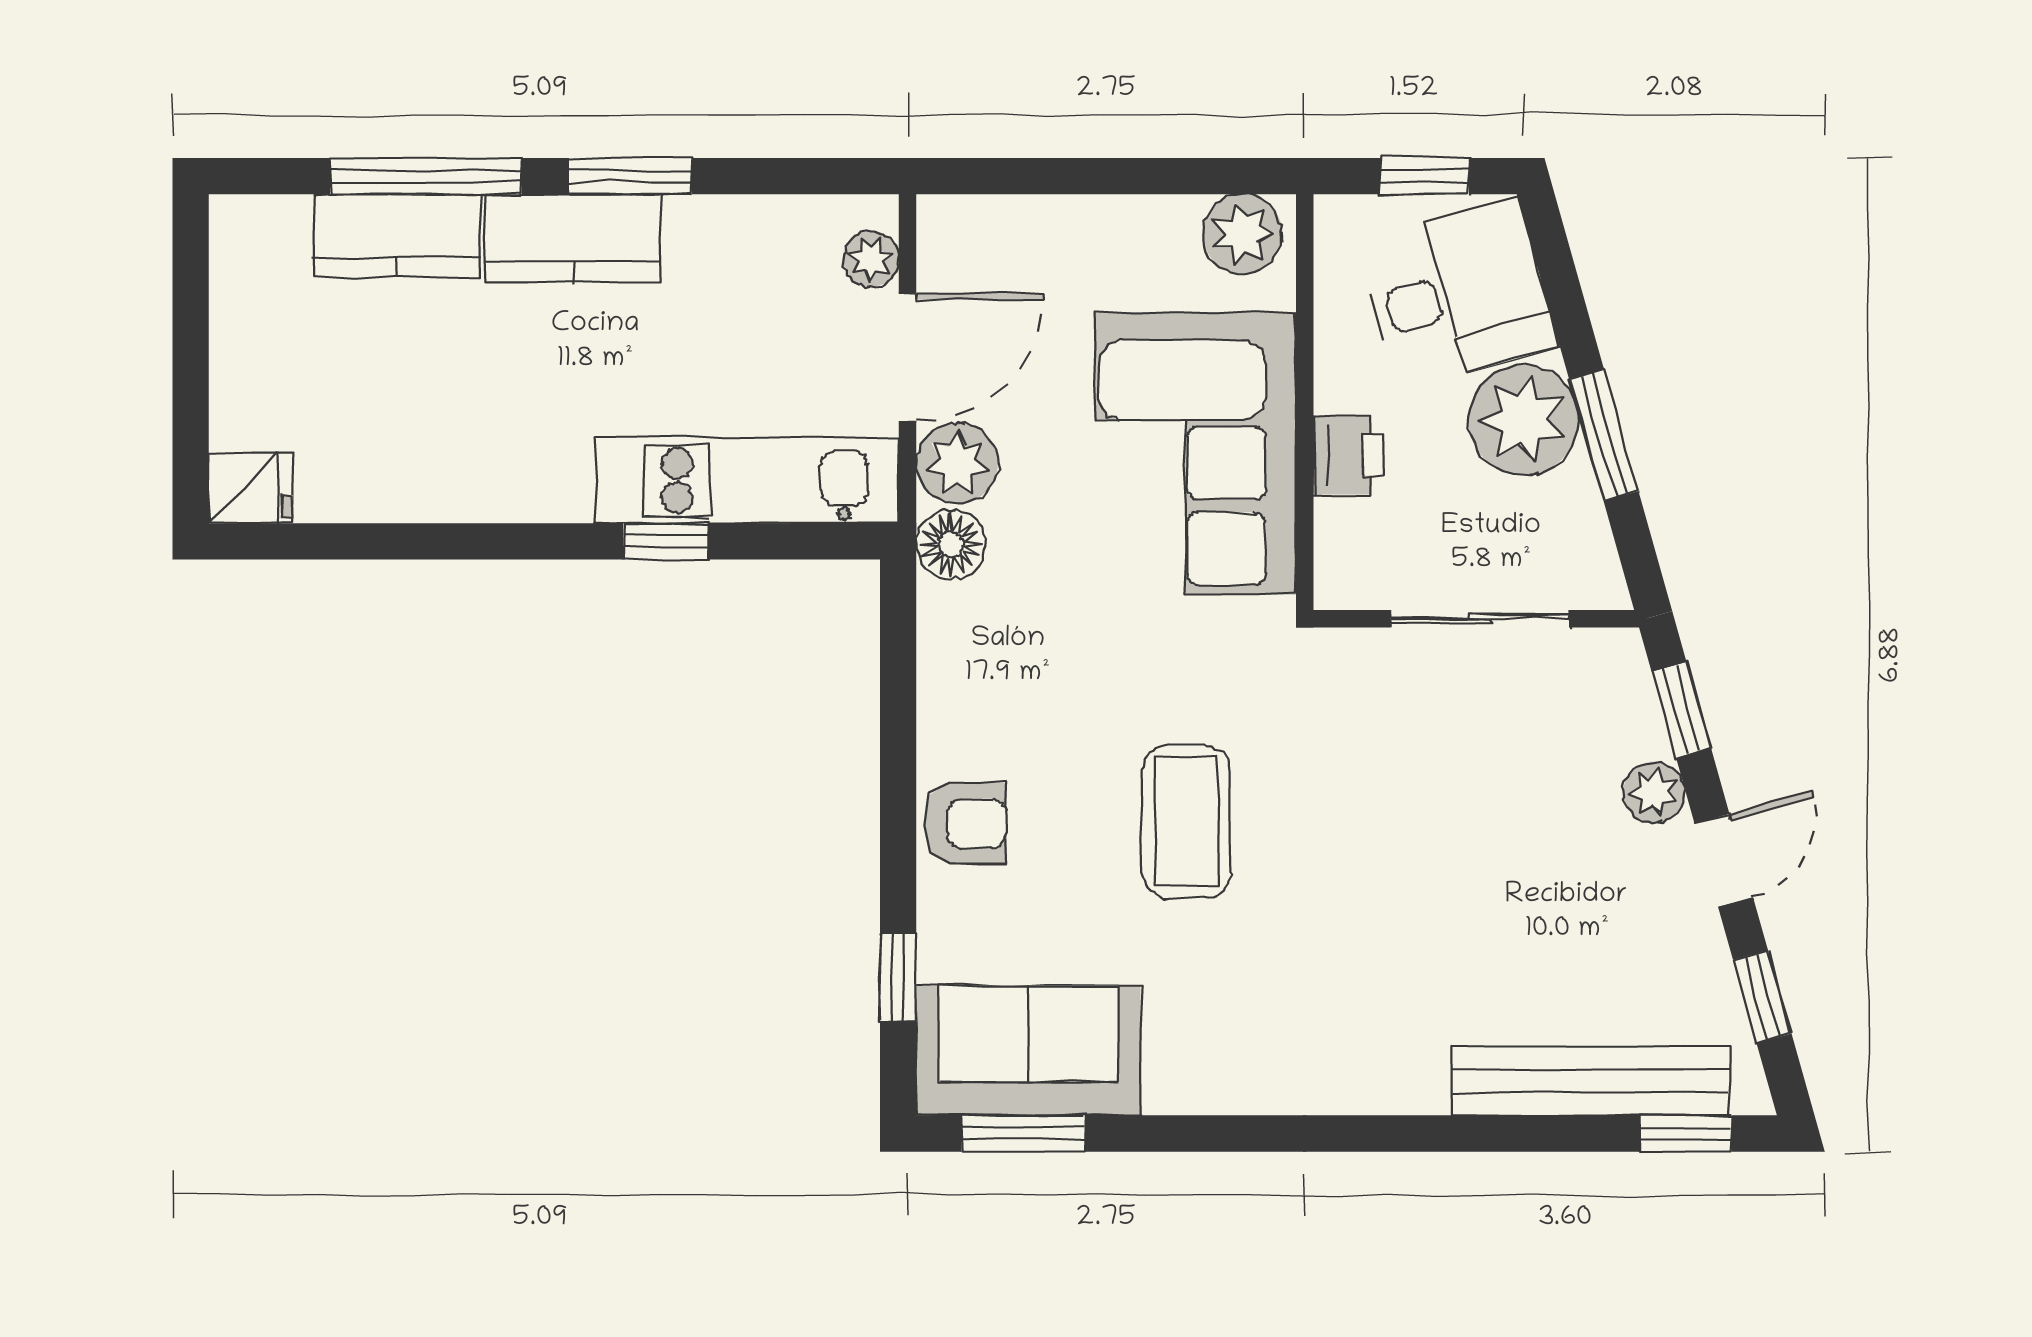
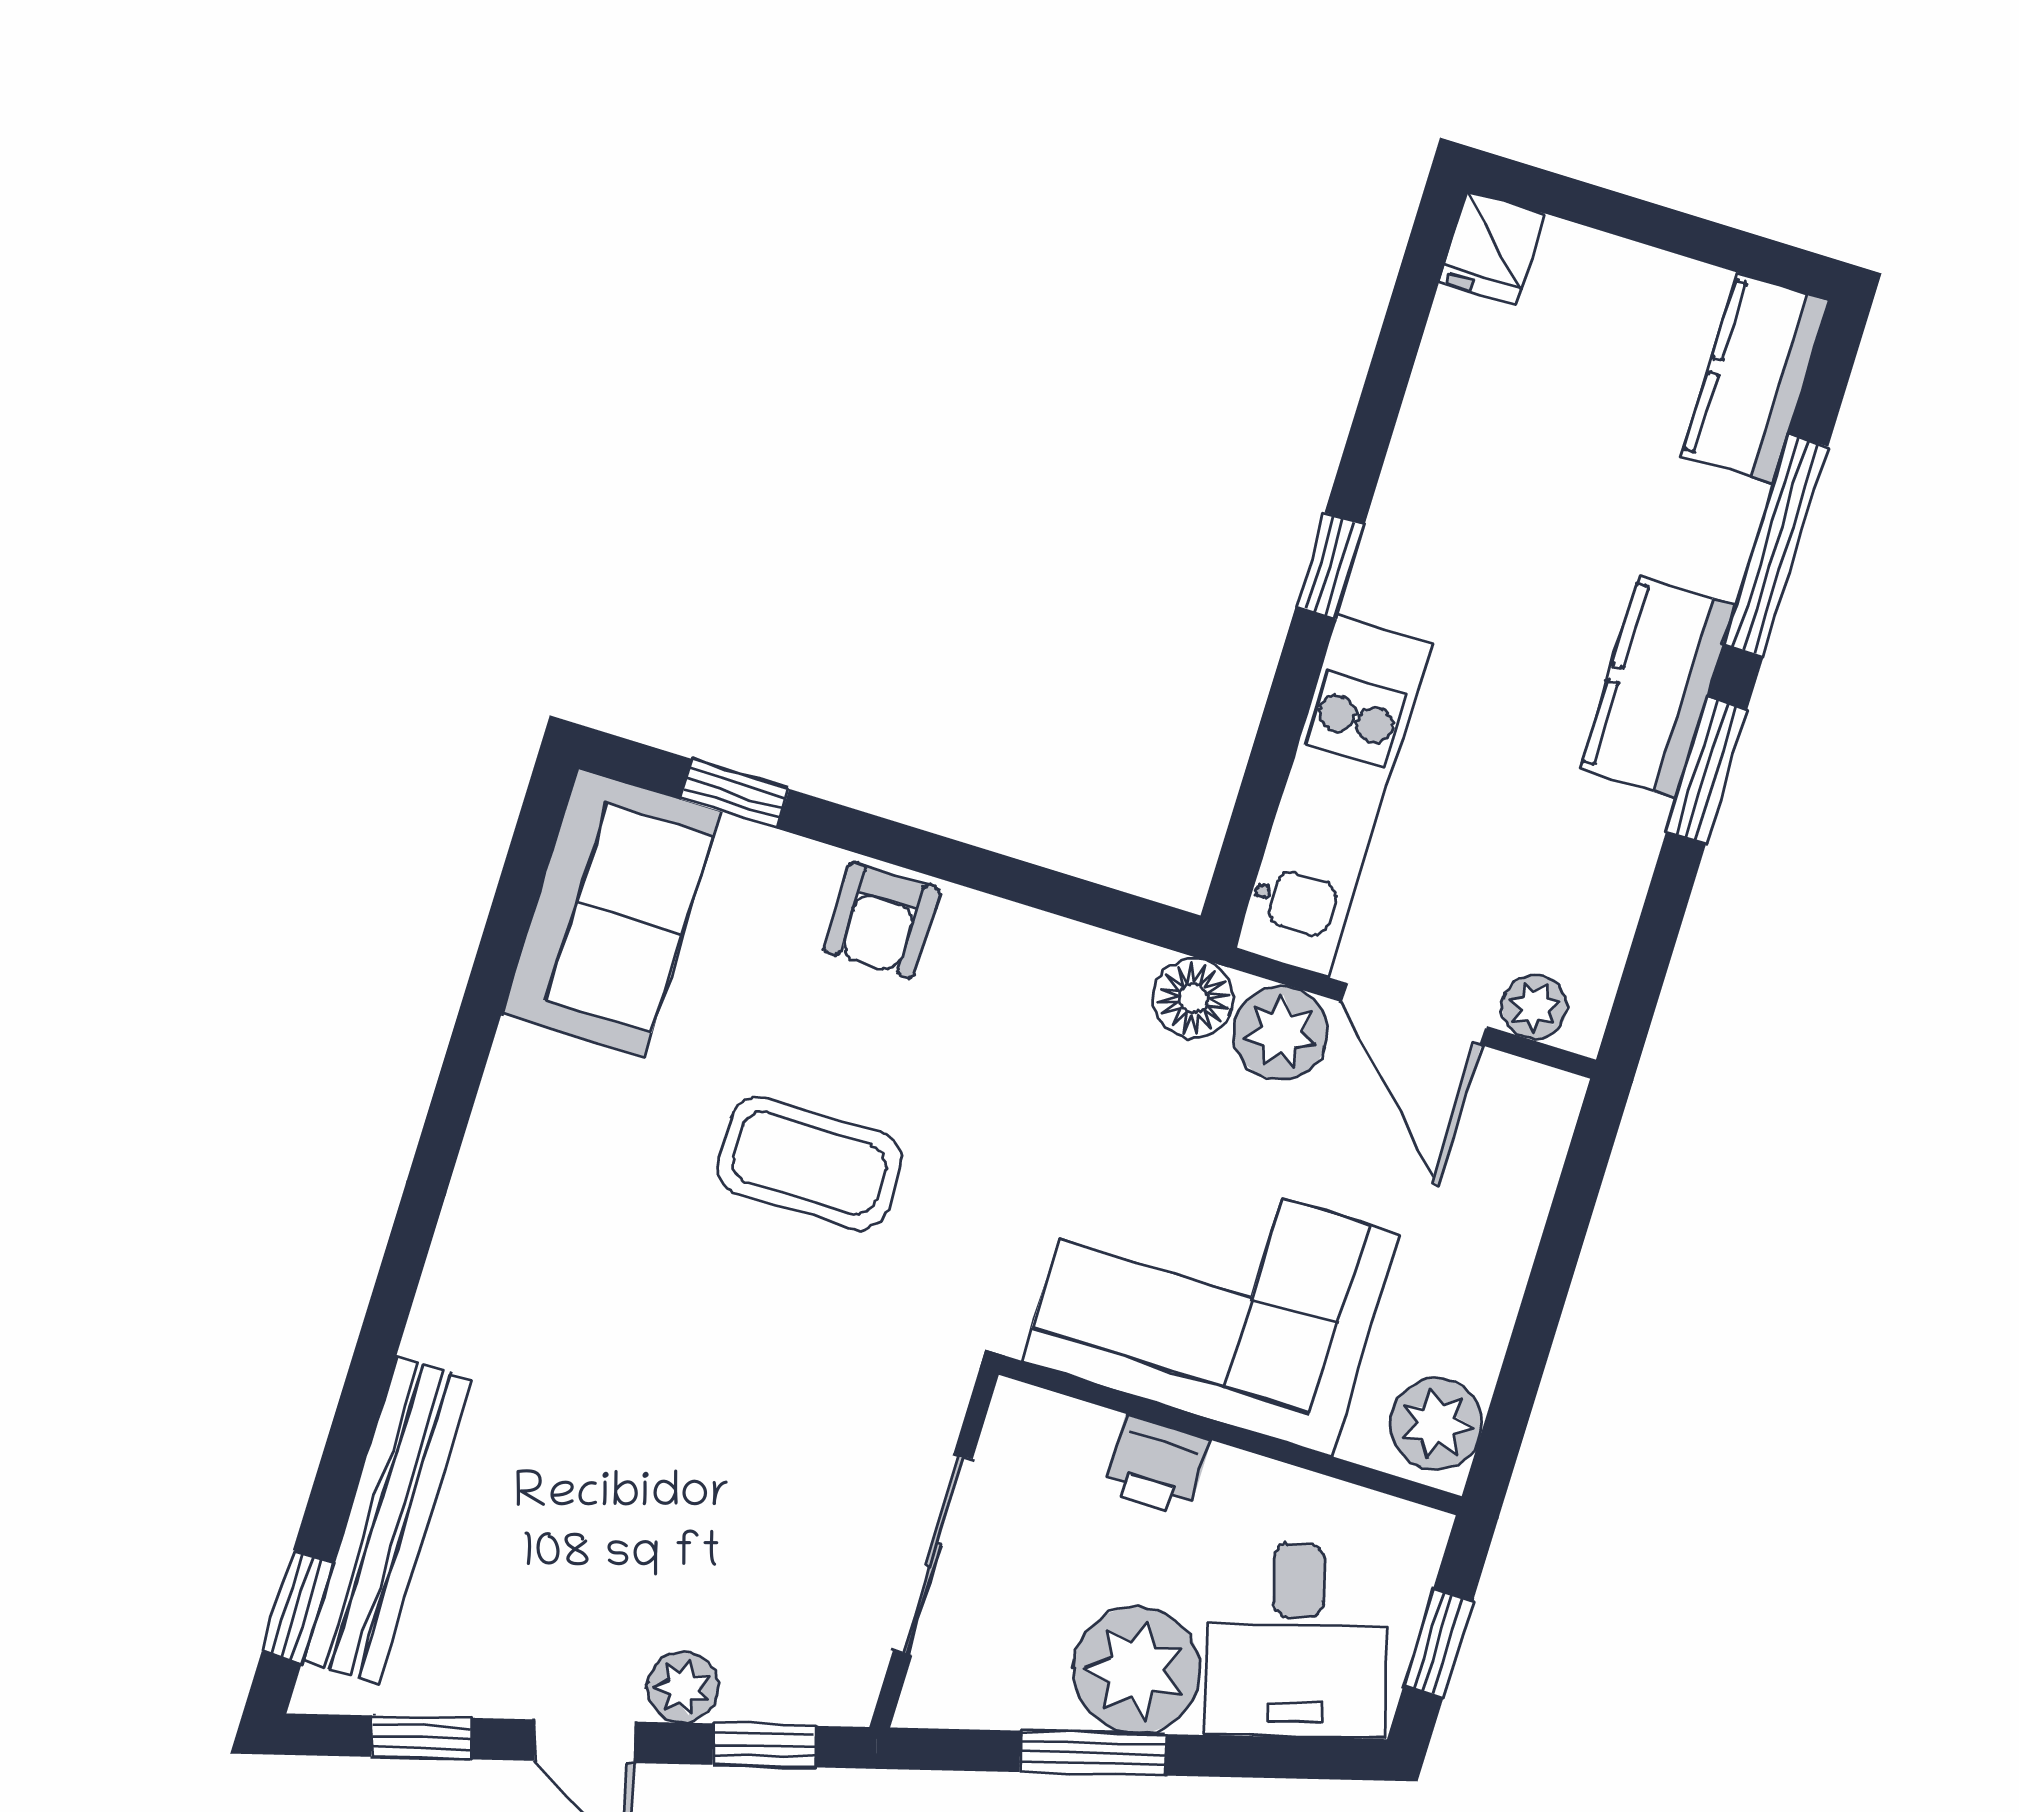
kitchen counter: (397, 236) -> (1756, 378), moved
window: (666, 541) -> (1330, 566), moved
window: (1023, 1133) -> (521, 879), removed

